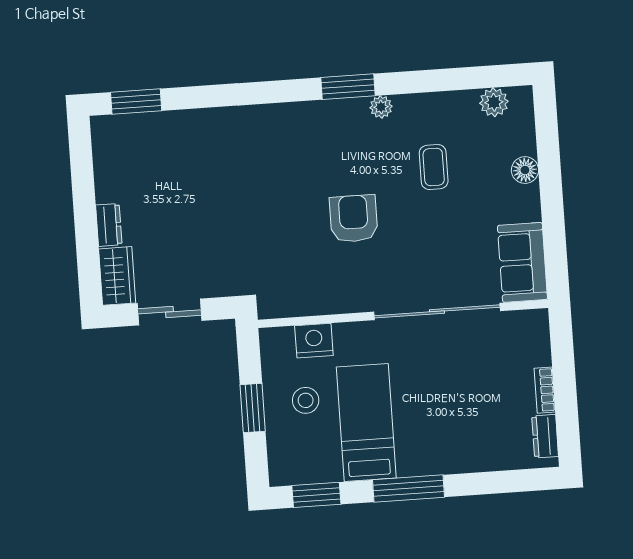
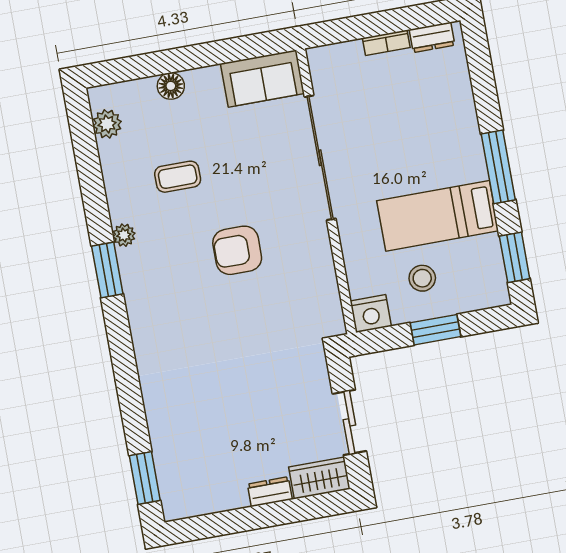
nightstand: (314, 341) -> (371, 314), moved, turned -90

